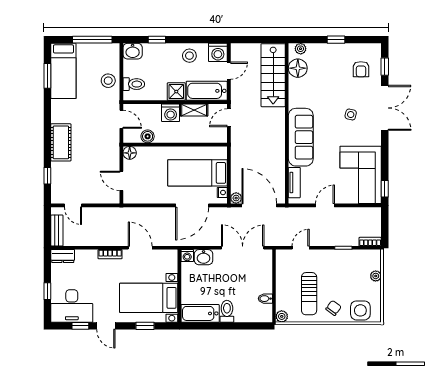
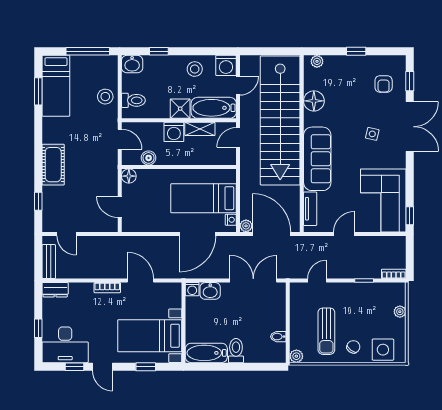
floor lamp: (298, 68) -> (314, 101), moved
stairs: (273, 75) -> (280, 120), width x1.86, depth x1.51

